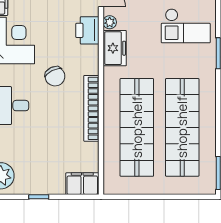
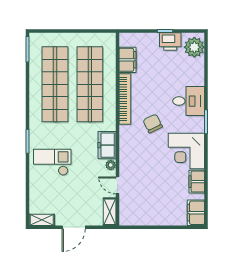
printer: (87, 30) -> (170, 41), moved, turned 90
filing cabinet: (82, 184) -> (127, 60), moved, turned -90

